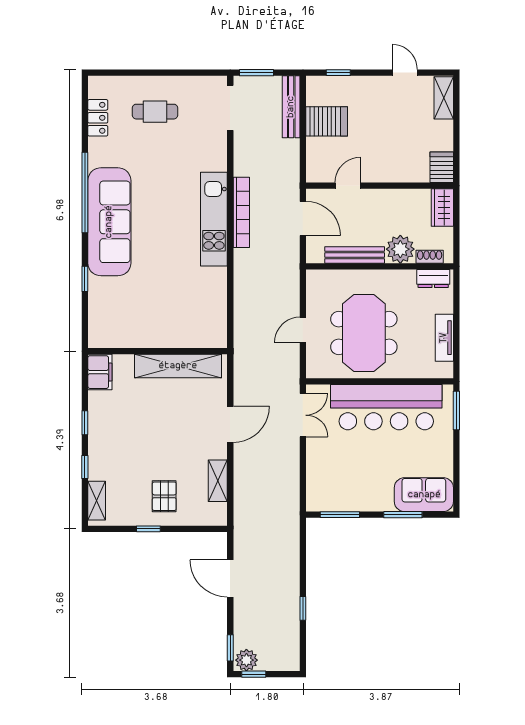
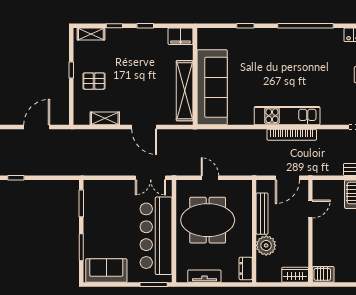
door: (348, 186) -> (310, 209), hinge flipped
sofa: (109, 222) -> (212, 87), moved, turned -90
shoe rack: (430, 257) -> (261, 266), removed
sofa: (424, 495) -> (106, 271), moved, turned -90

